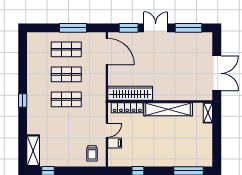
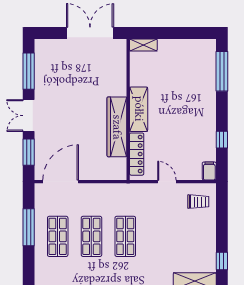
wardrobe: (130, 93) -> (117, 127), moved
shelving: (168, 109) -> (139, 109), width x0.68
filing cabinet: (115, 143) -> (209, 171), moved

